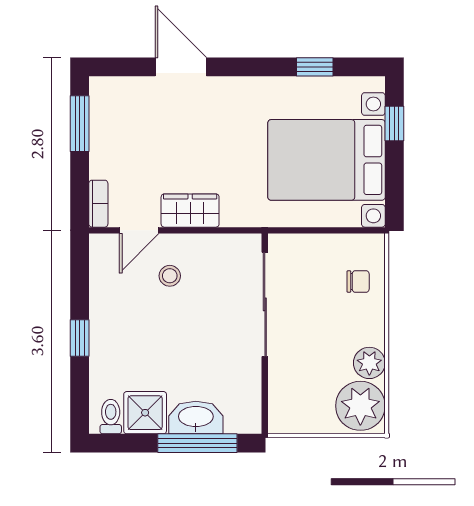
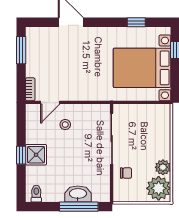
wardrobe: (190, 211) -> (75, 93), removed
chair: (358, 281) -> (126, 173), moved
shower: (145, 413) -> (36, 155), moved

